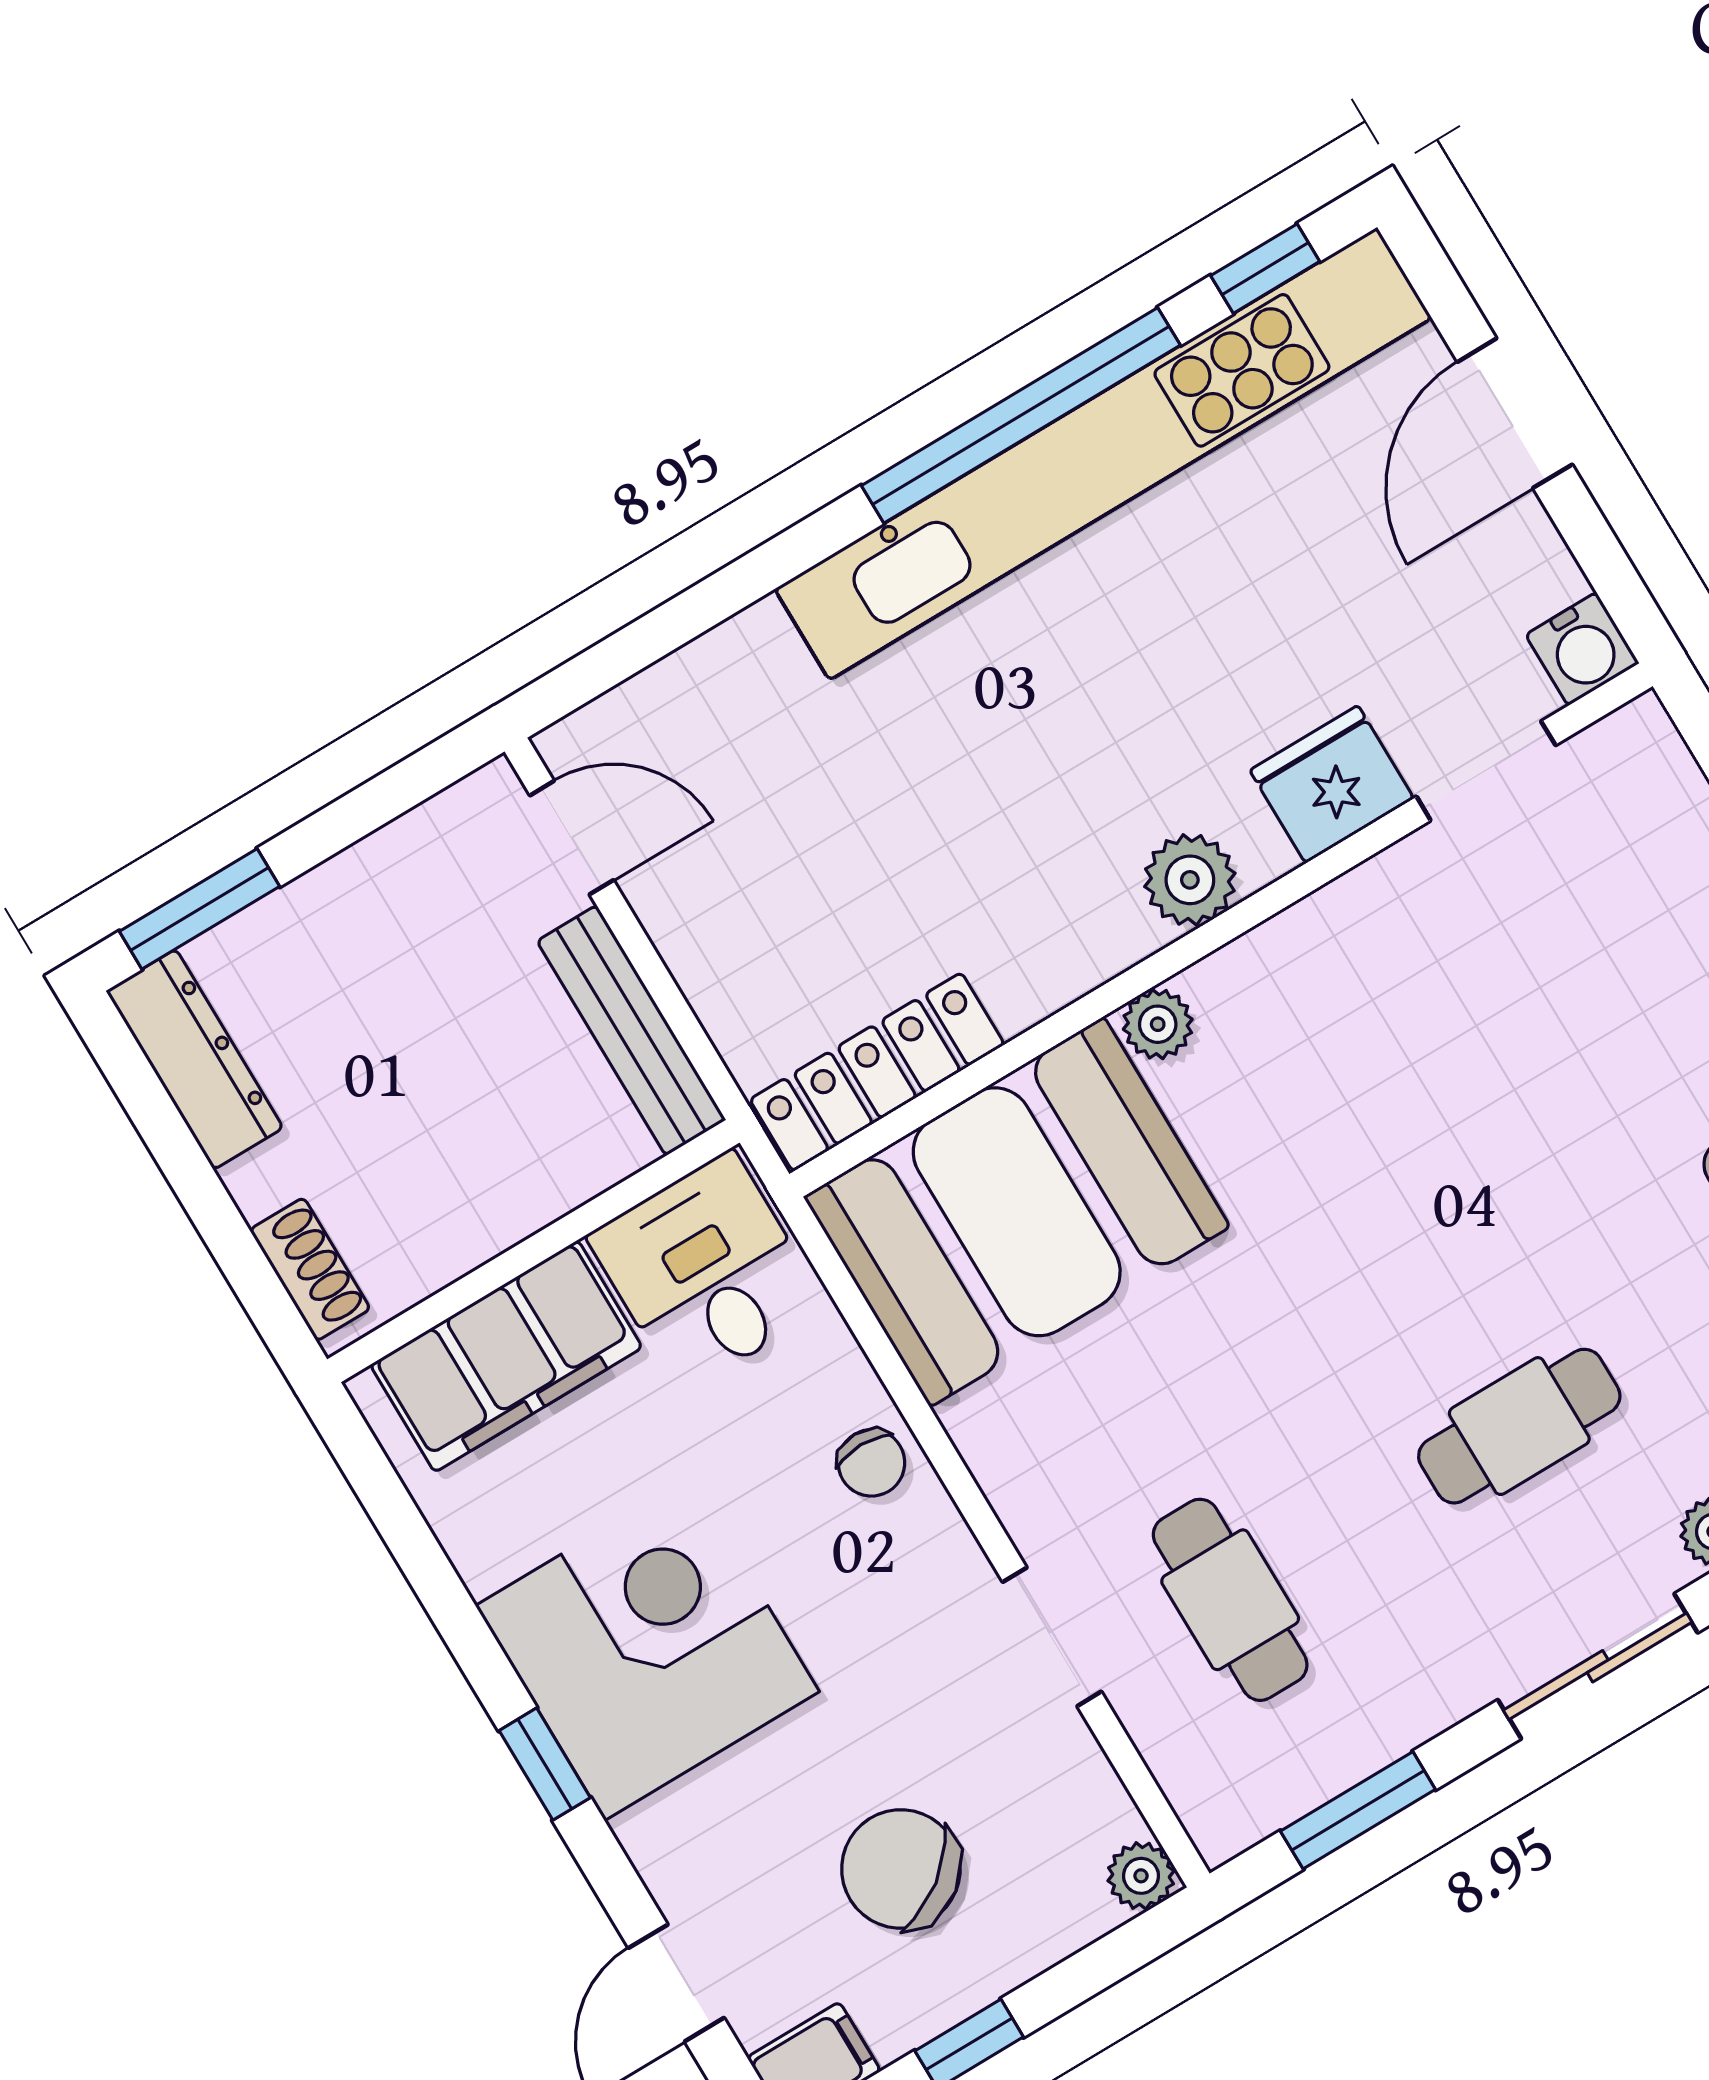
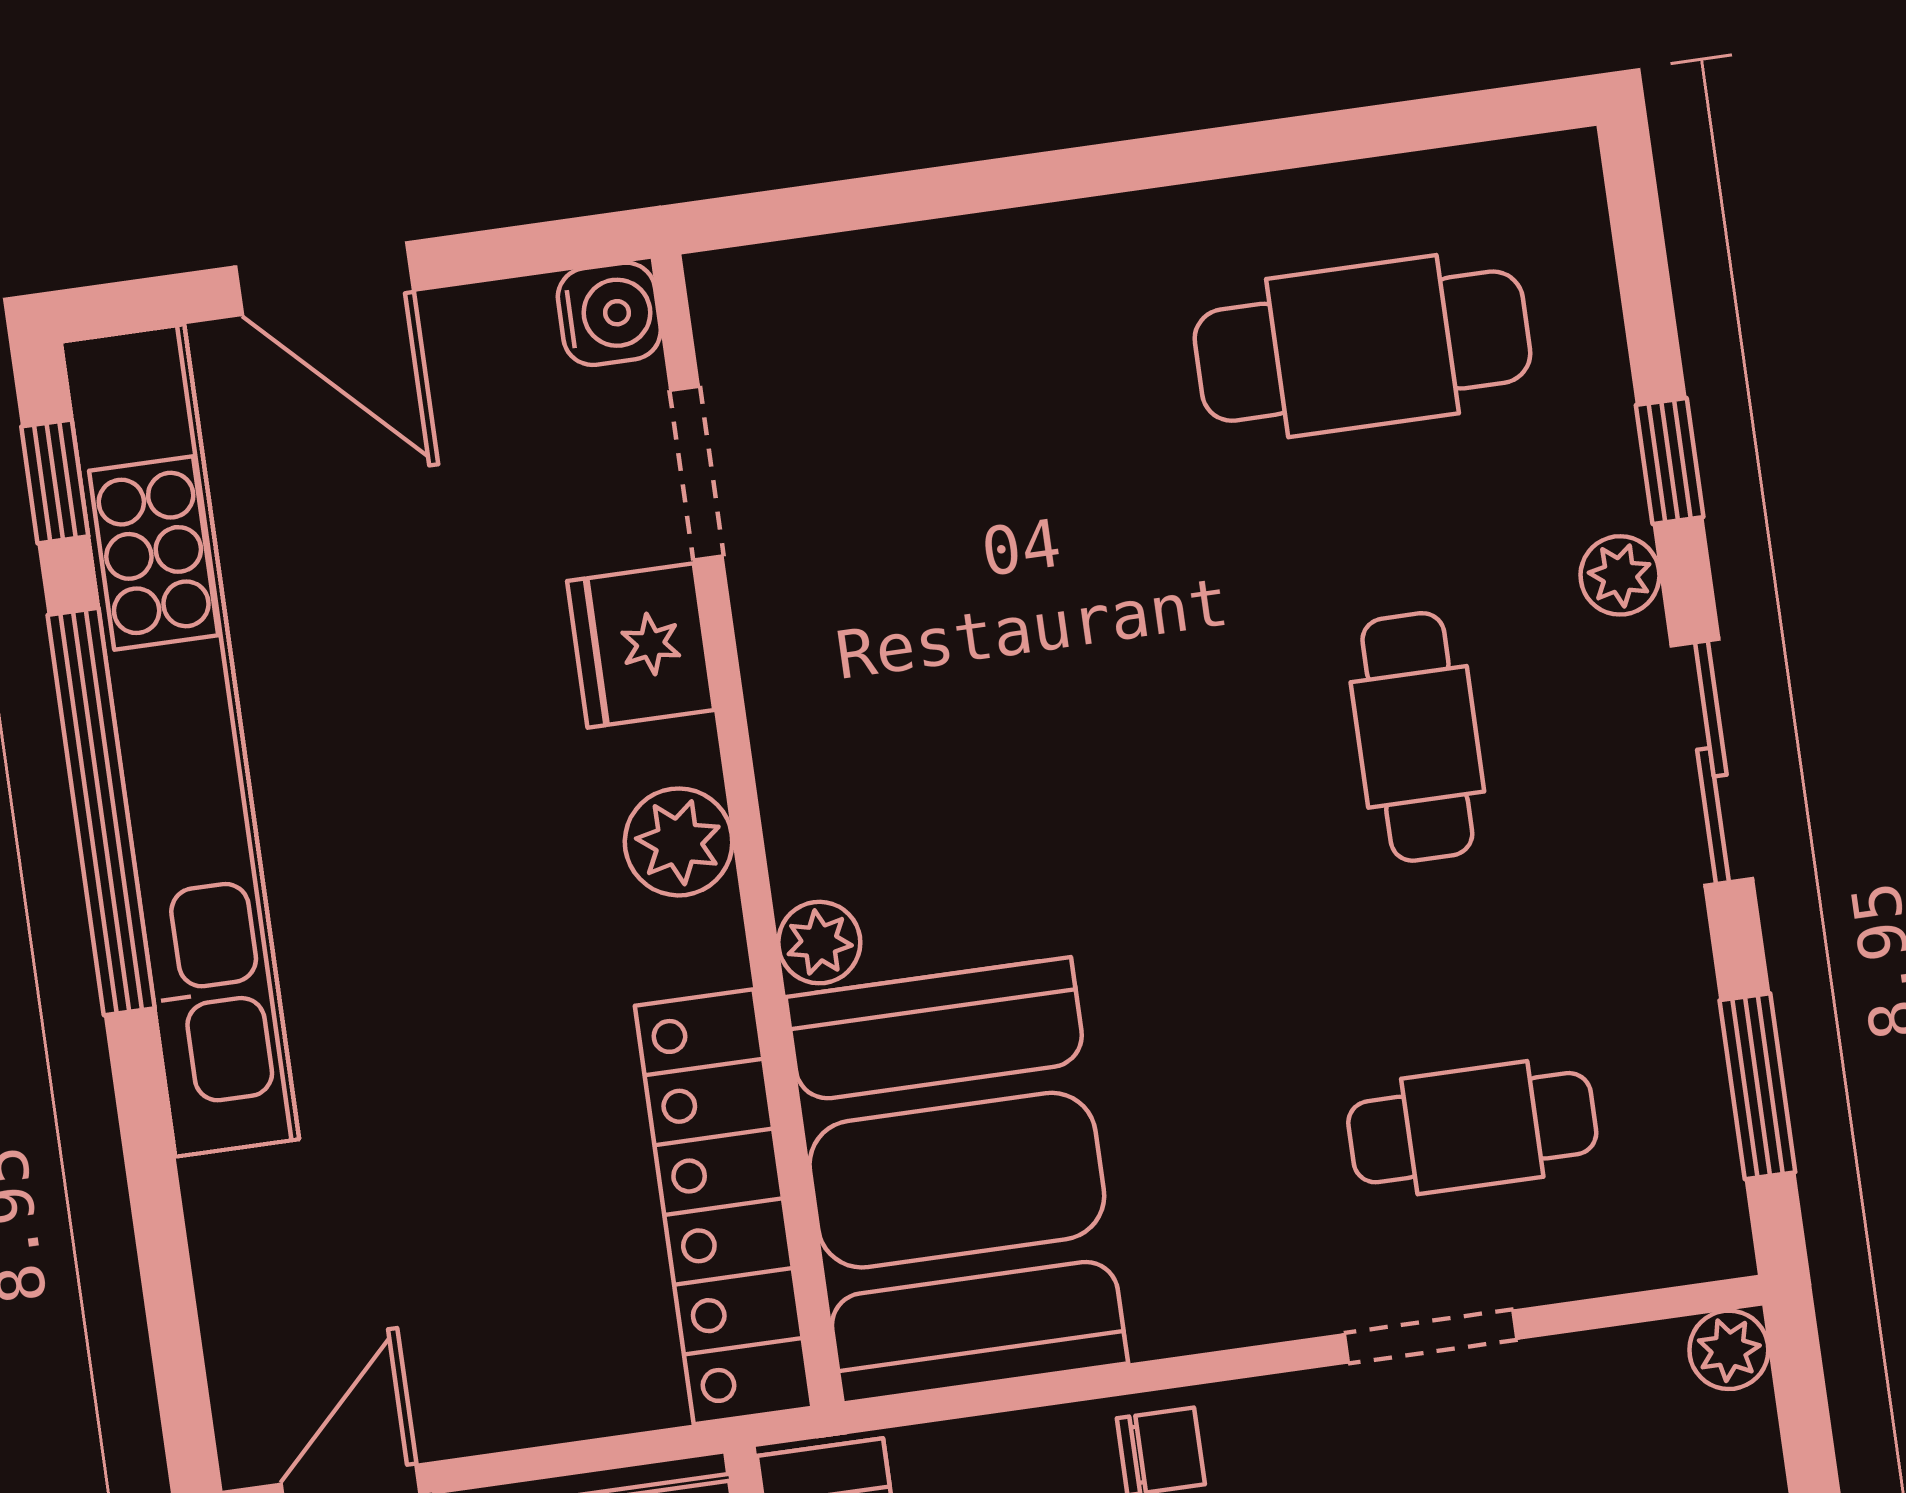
locker: (877, 1072) -> (724, 1207), width x1.41, depth x1.21

